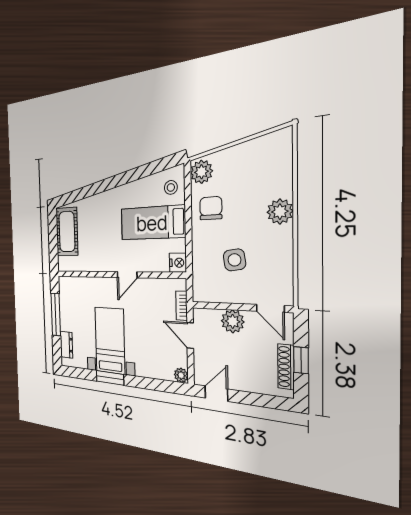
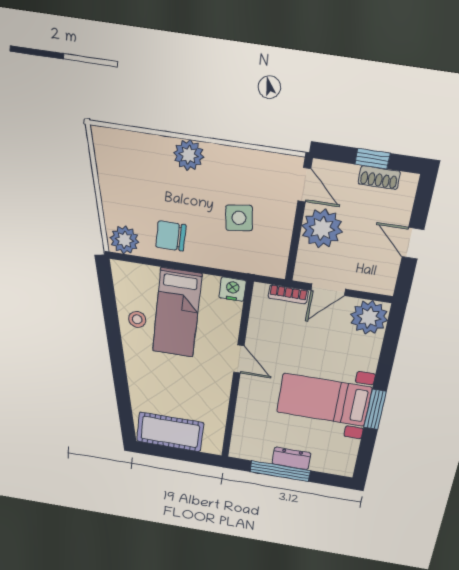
stool: (171, 187) -> (137, 319), moved
door: (270, 308) -> (304, 185), hinge flipped
plant: (233, 321) -> (322, 229), width x1.36, depth x1.36
dresser: (66, 345) -> (291, 458), moved
shoe rack: (286, 367) -> (379, 178), width x0.70
plant: (181, 375) -> (369, 317), width x1.87, depth x1.87
door: (216, 394) -> (413, 243), moved

